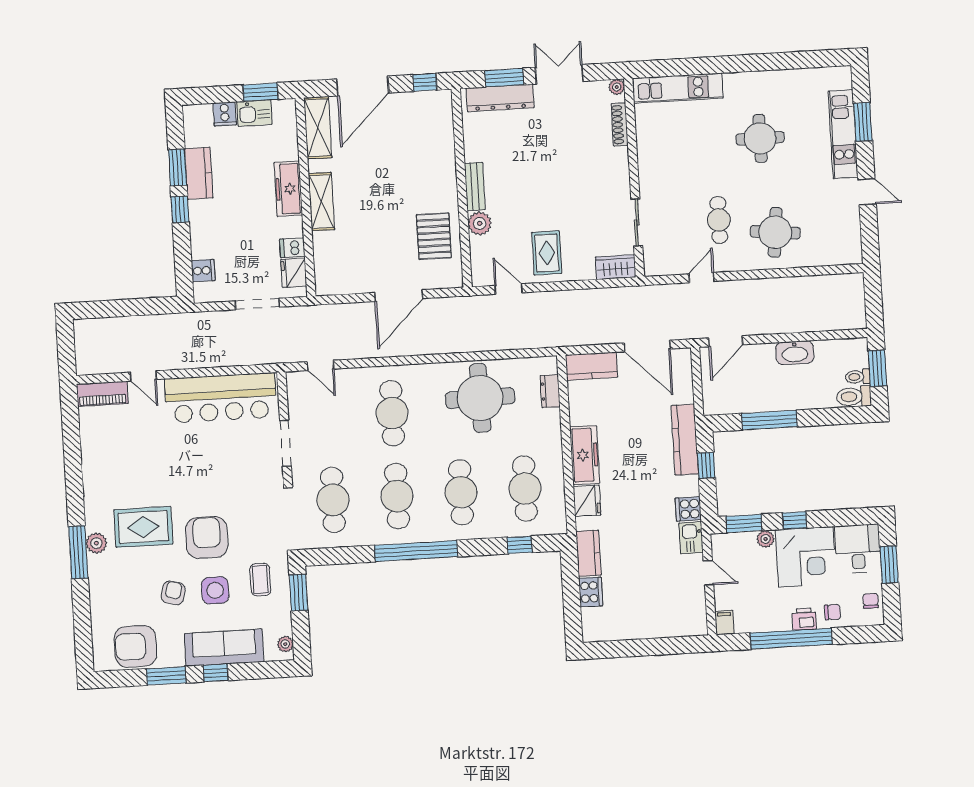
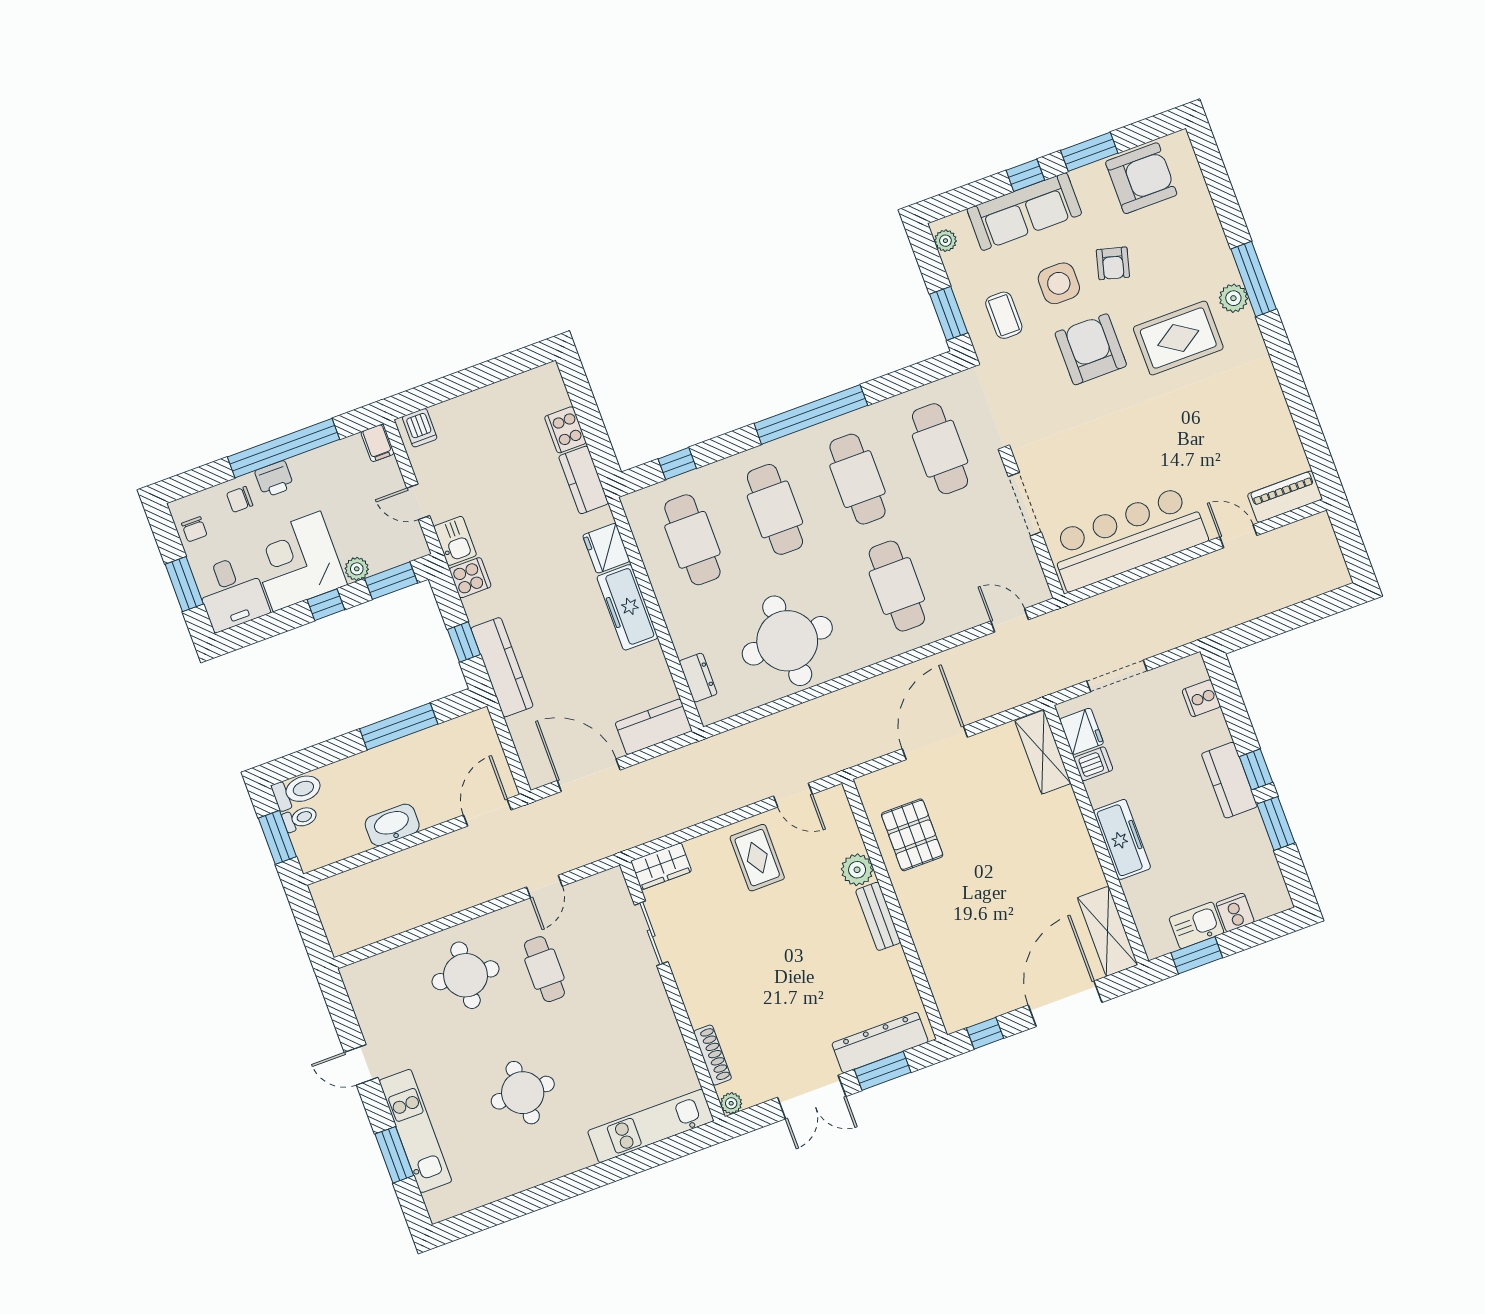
kitchen counter: (199, 173) -> (1229, 780), moved
shelving: (321, 202) -> (1043, 752), moved
armchair: (207, 538) -> (1091, 349), turned 180
dishwasher: (692, 624) -> (420, 428), added

